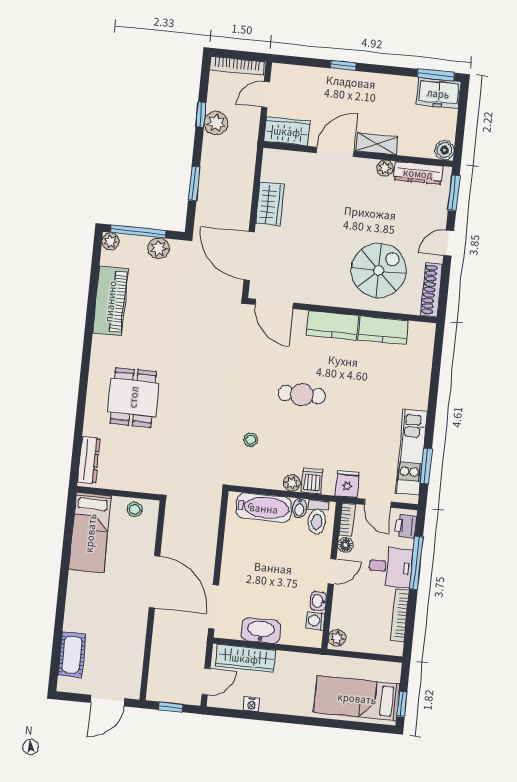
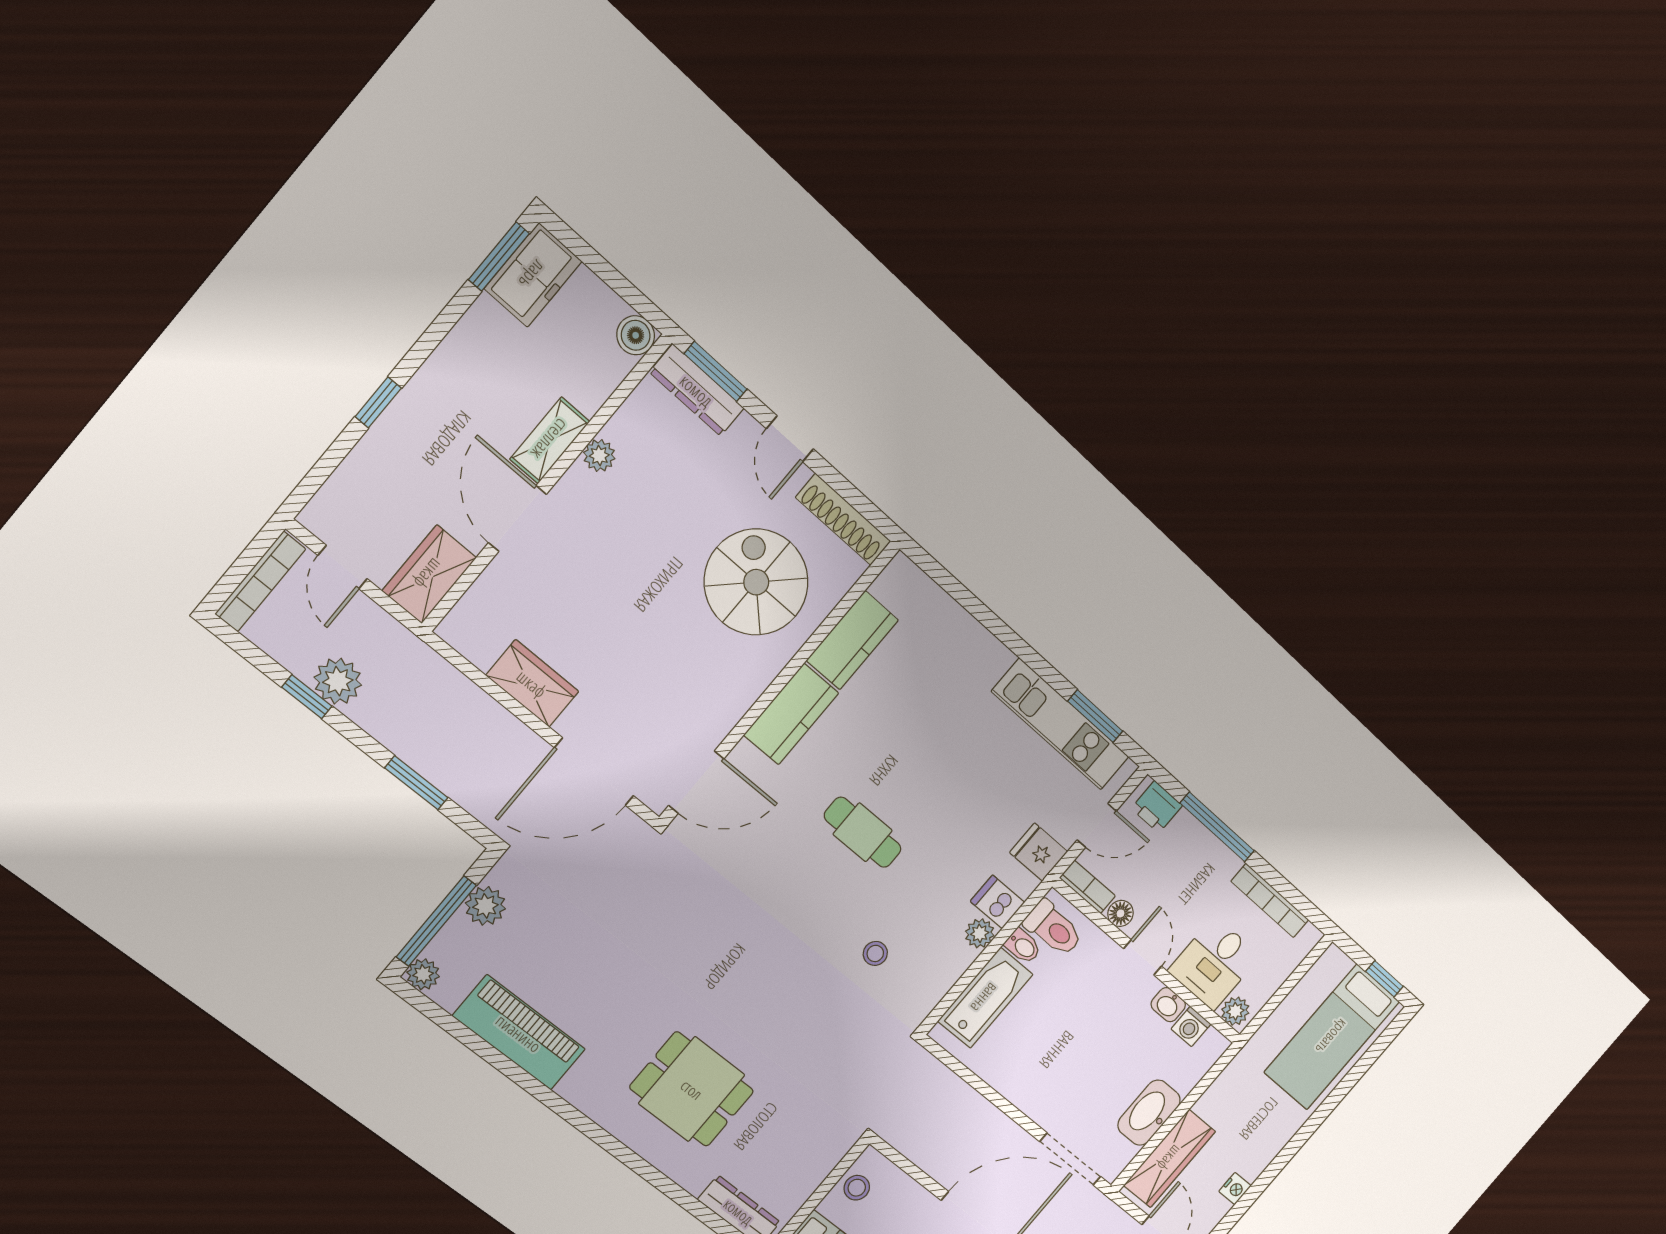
dresser: (418, 173) -> (697, 390), moved, turned 90
cafe table: (302, 395) -> (863, 832), turned 90
desk: (390, 567) -> (1214, 963), moved, turned 180

